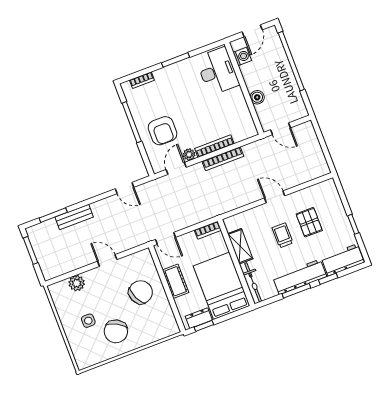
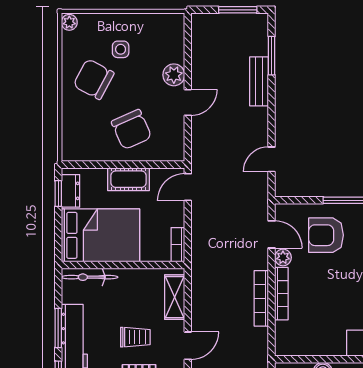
shelving: (240, 246) -> (175, 297), moved, turned 90
plant: (77, 283) -> (174, 75), moved
plant: (83, 363) -> (69, 22), added

